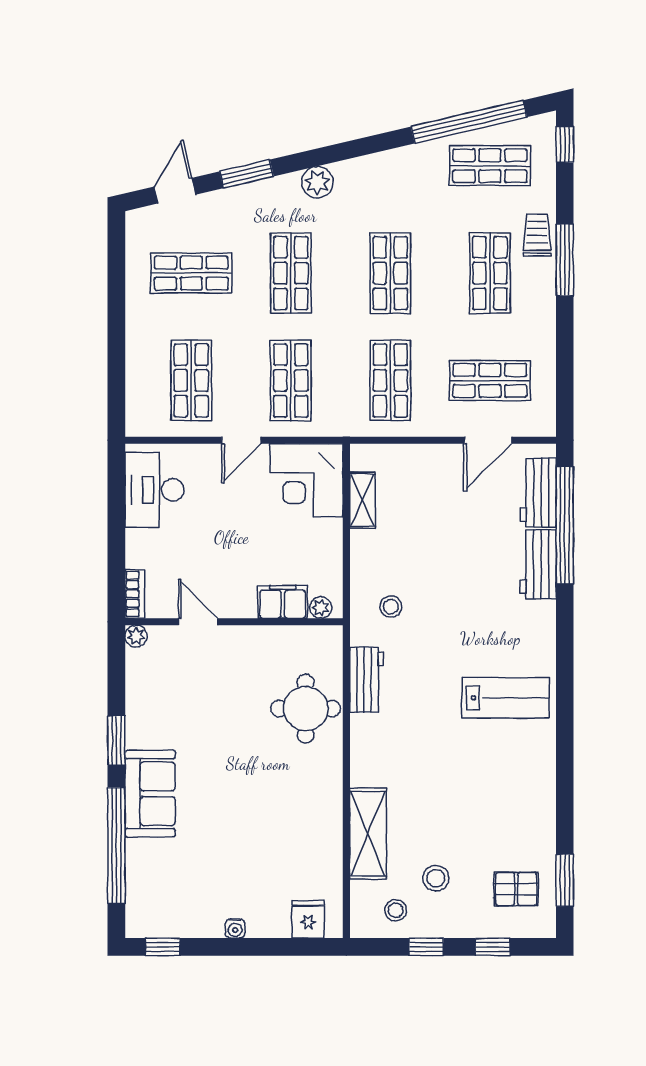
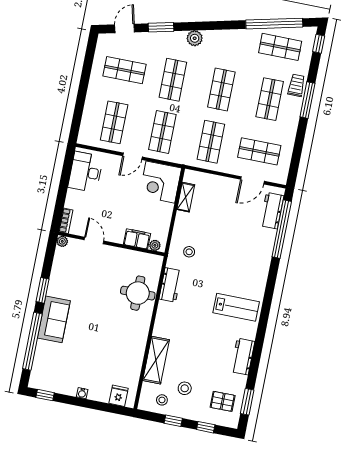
workbench: (538, 564) -> (243, 357), moved

